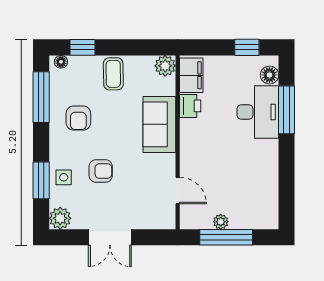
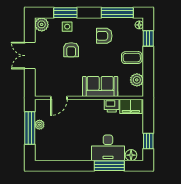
plant: (165, 66) -> (137, 80), moved

